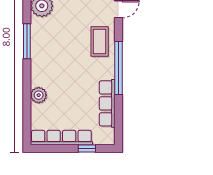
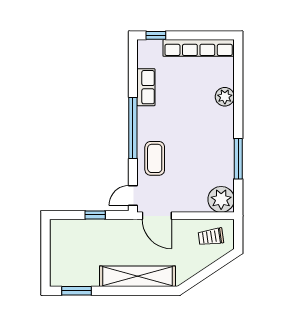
row of seats: (107, 103) -> (146, 87), width x0.68
window: (87, 149) -> (156, 35), moved

